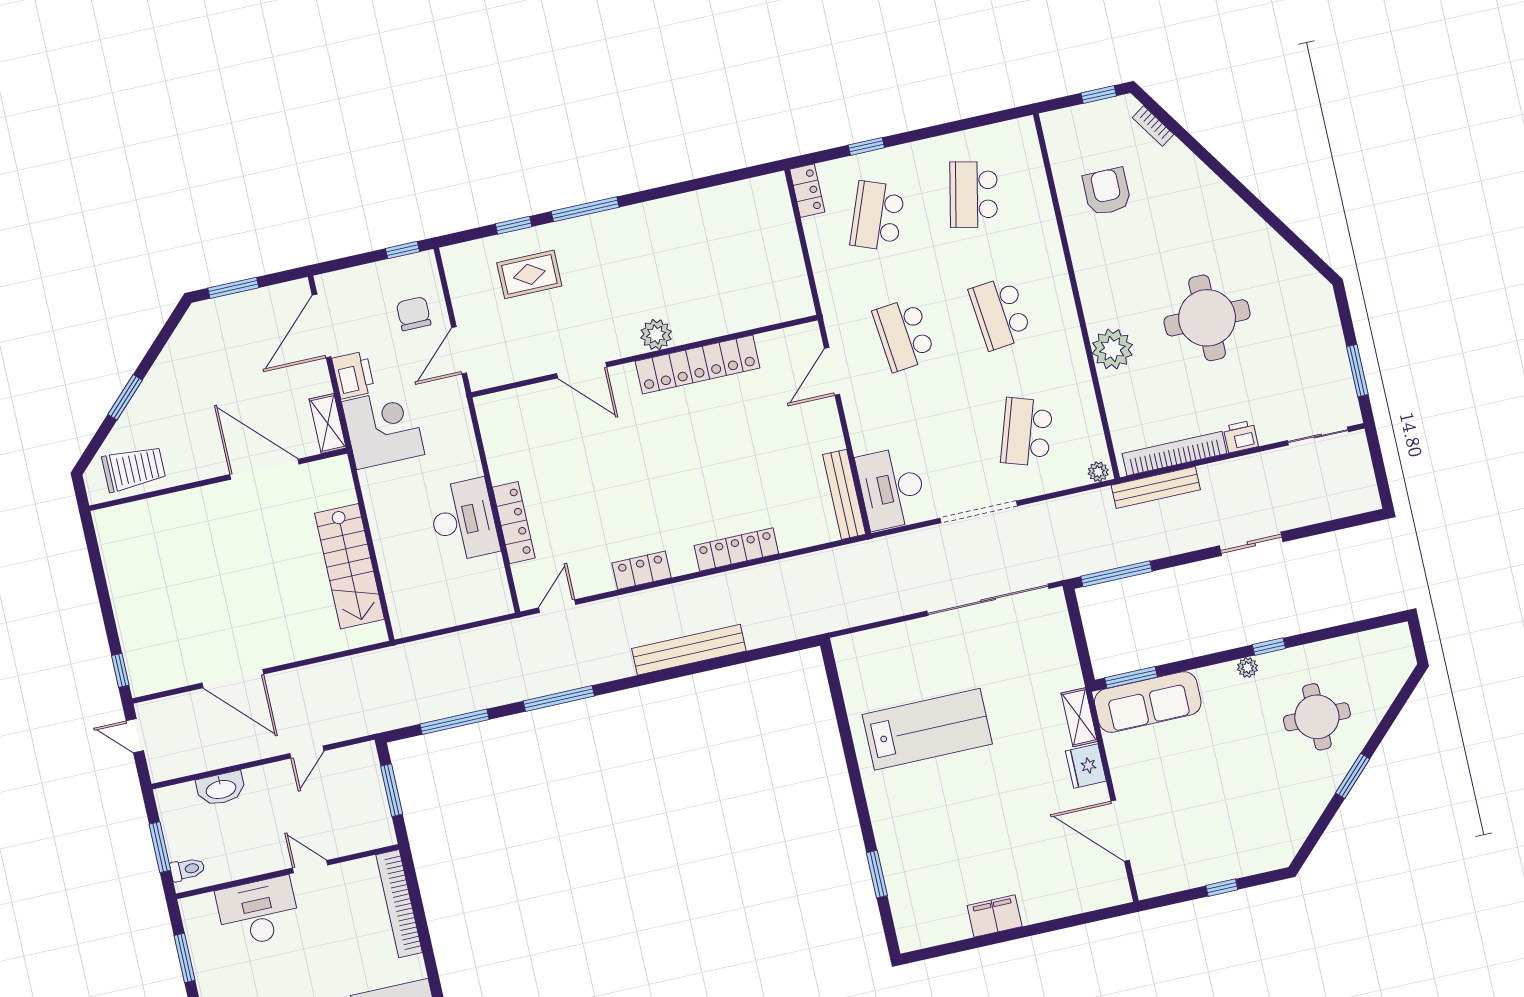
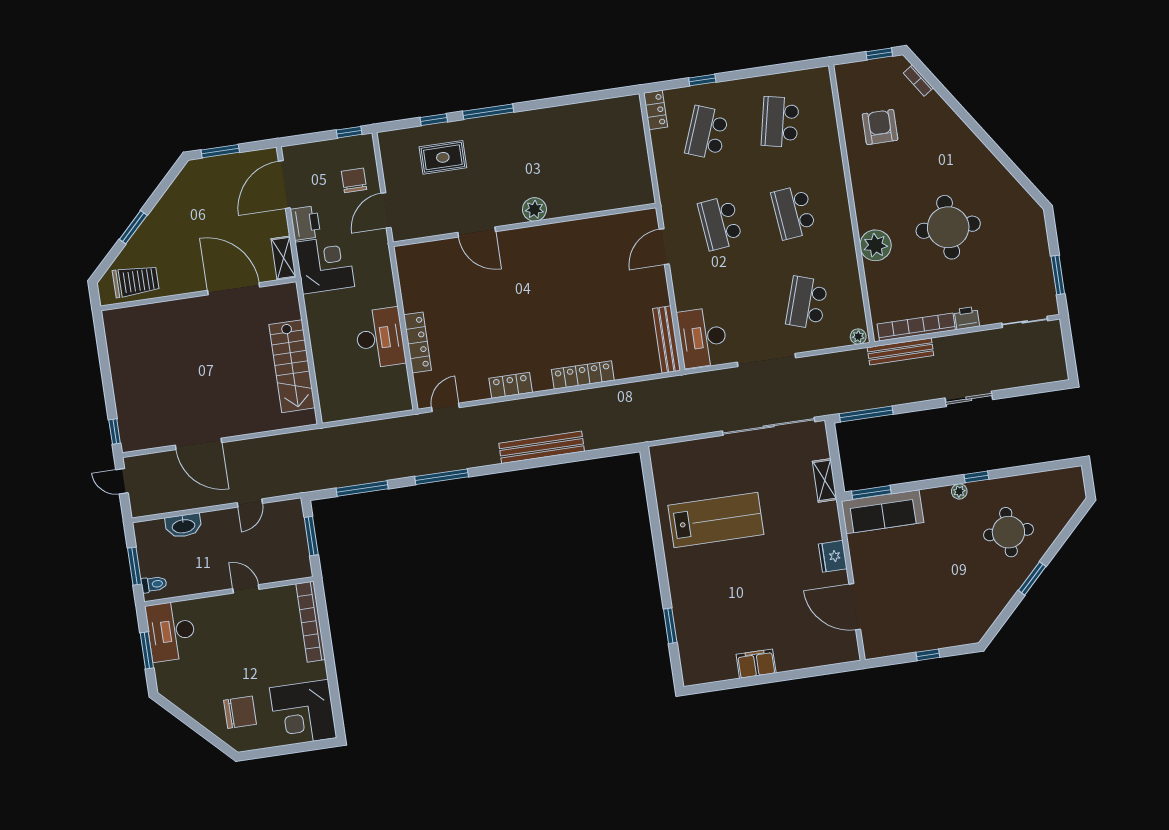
locker: (698, 365) -> (564, 234), removed
shelving: (1079, 717) -> (825, 480), moved
desk: (258, 912) -> (171, 631), moved, turned -90

